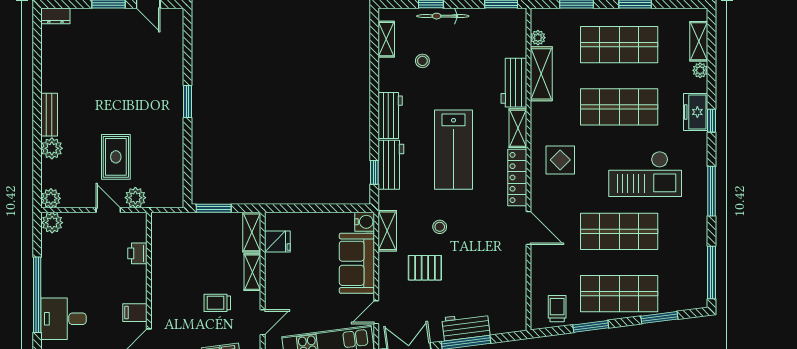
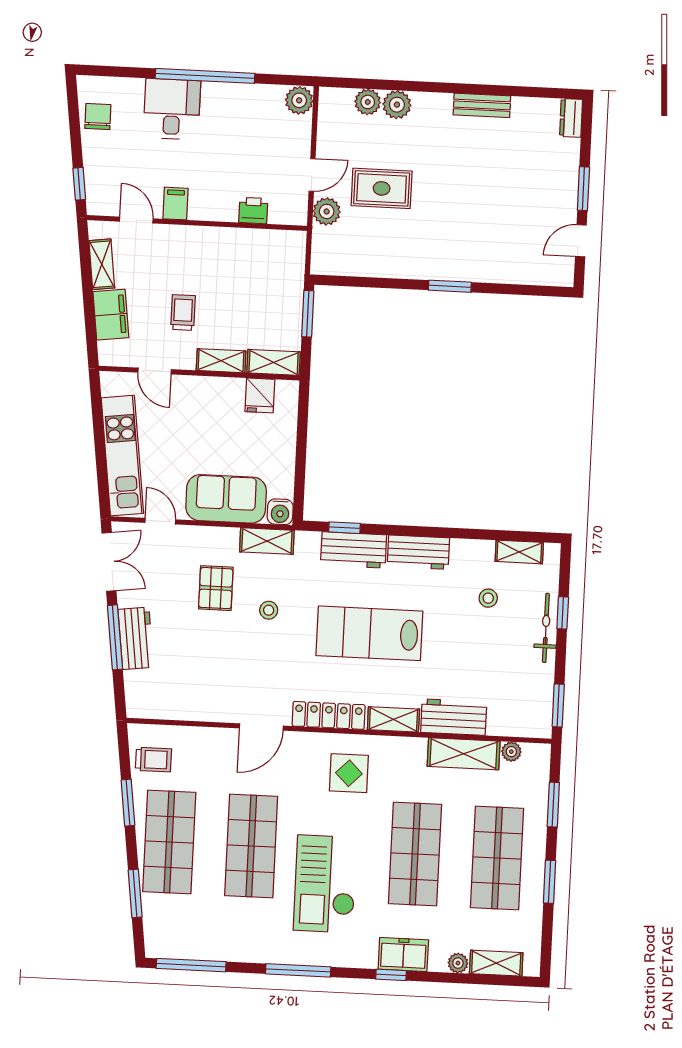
bench: (49, 115) -> (482, 105), moved
plant: (51, 198) -> (368, 102), moved

